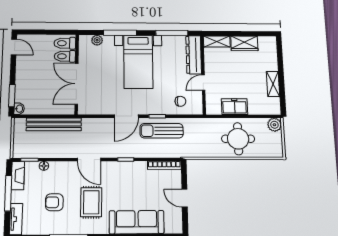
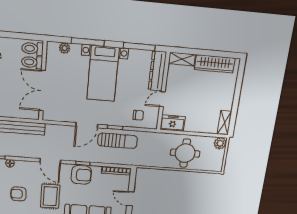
wardrobe: (244, 43) -> (215, 64), width x1.50
shelving: (273, 84) -> (224, 123), moved
freezer: (235, 107) -> (173, 123), moved
sun lounger: (162, 131) -> (118, 141), turned 180
armchair: (125, 173) -> (81, 175), added

